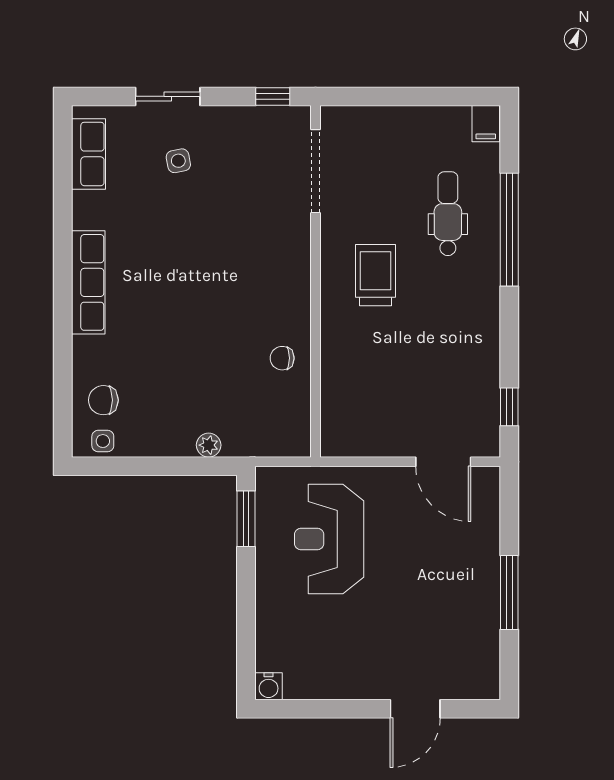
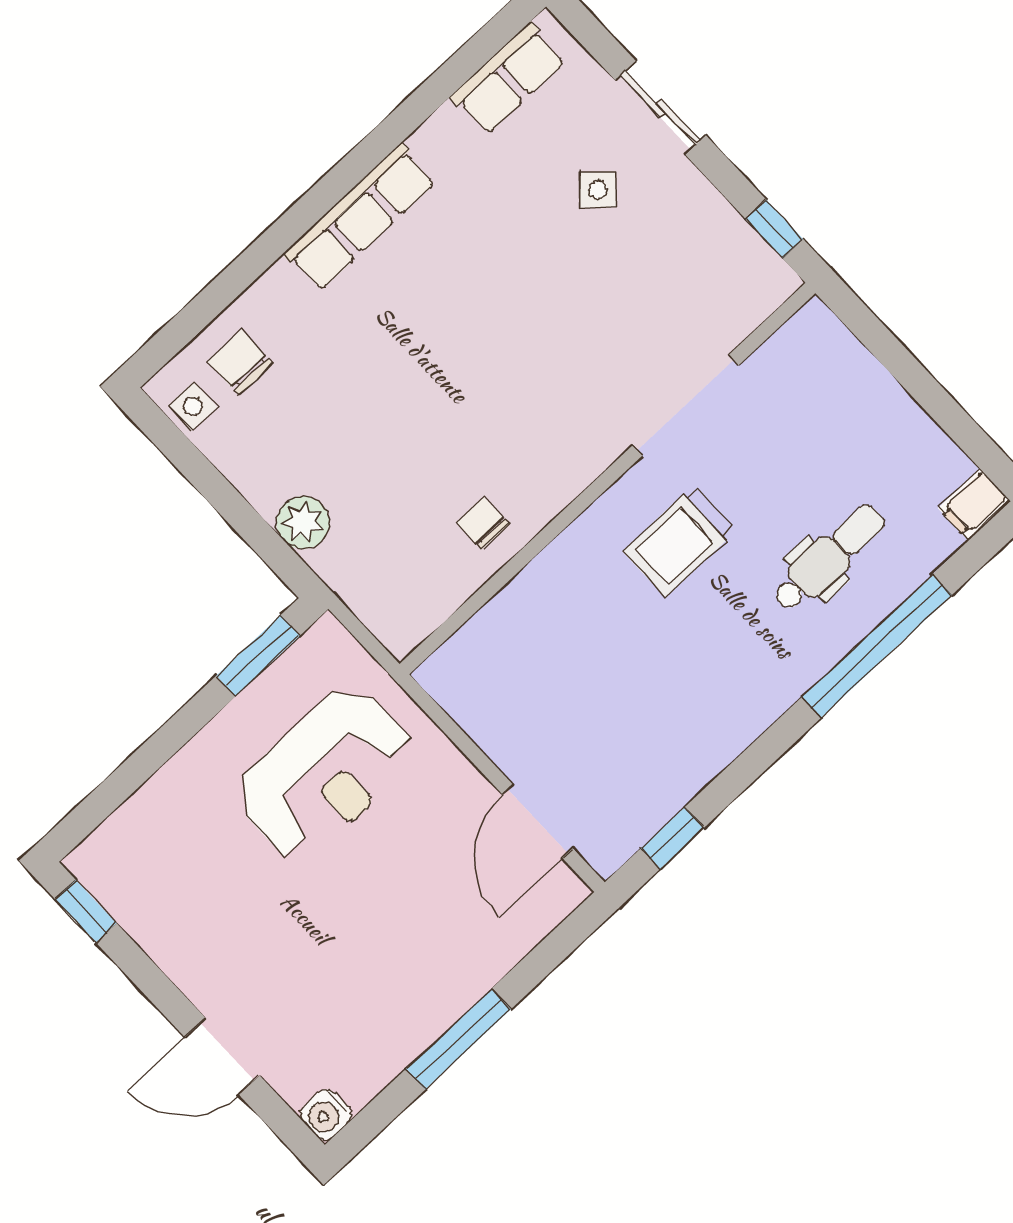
side table: (178, 161) -> (598, 190), turned -37
doorway: (316, 171) -> (685, 405), moved
trolley: (376, 275) -> (680, 541), turned 180
plant: (209, 445) -> (303, 522), width x1.38, depth x1.38
reception desk: (329, 539) -> (325, 773), turned 180
water cooler: (269, 686) -> (326, 1115), moved
window: (289, 709) -> (86, 911), added

